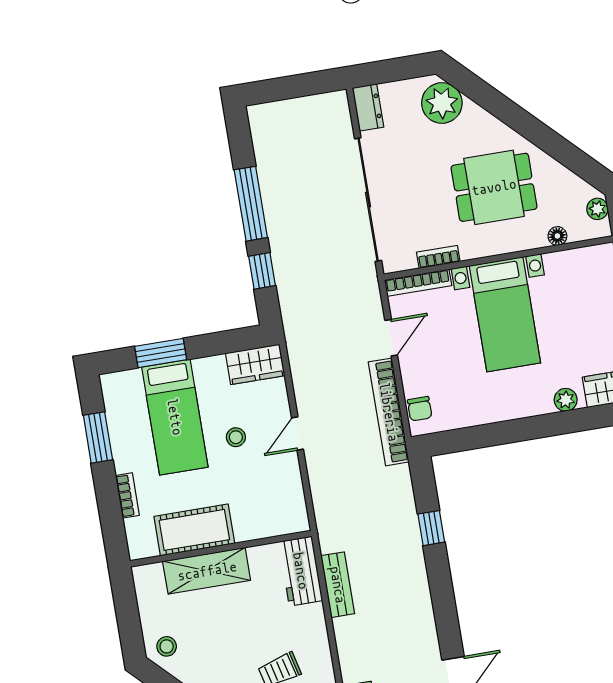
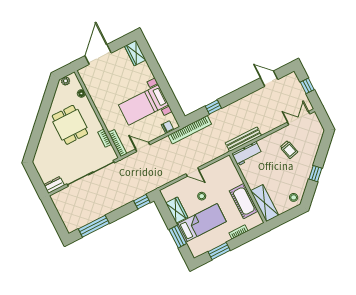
plant: (442, 103) -> (43, 156), removed
window: (251, 204) -> (94, 226), moved
window: (262, 271) -> (142, 202), moved
bed with nightstands: (505, 314) -> (144, 105), moved, turned 180
wardrobe: (255, 364) -> (177, 210), moved
plant: (566, 400) -> (145, 70), removed
bookcase: (389, 412) -> (190, 130), moved
shelving: (207, 571) -> (265, 203), moved
bench: (338, 585) -> (243, 139), width x1.36

